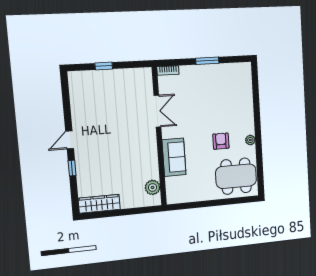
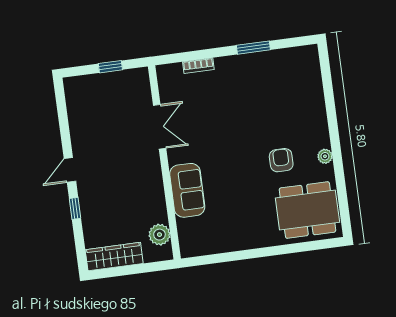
double door: (157, 111) -> (160, 127), moved
wall: (159, 137) -> (164, 162), moved
sofa: (174, 157) -> (187, 190), moved
plant: (153, 187) -> (159, 235), moved

